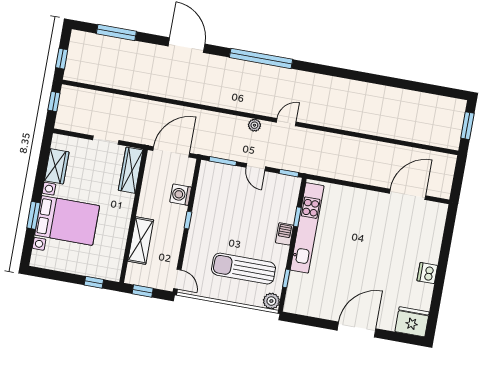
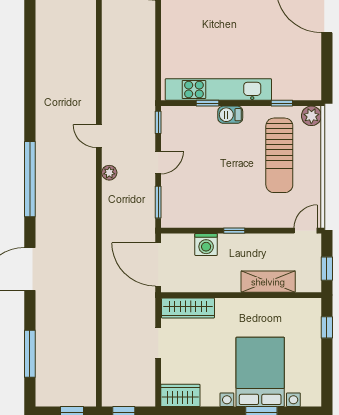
wardrobe: (57, 166) -> (180, 395), moved

